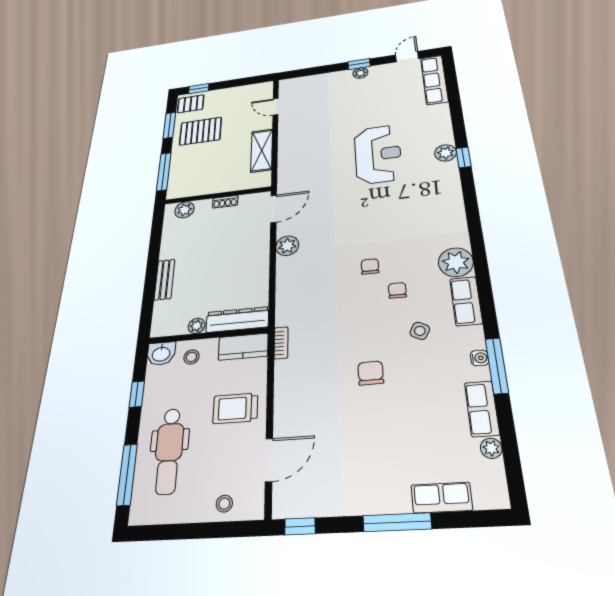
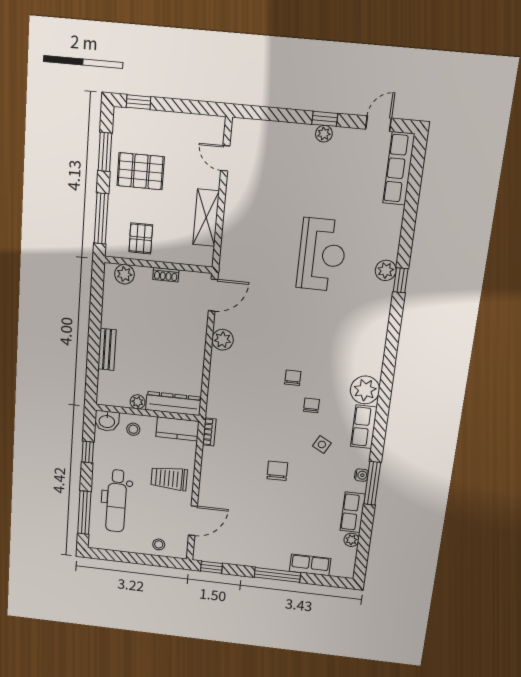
pallet: (191, 104) -> (141, 238), moved, turned 90

